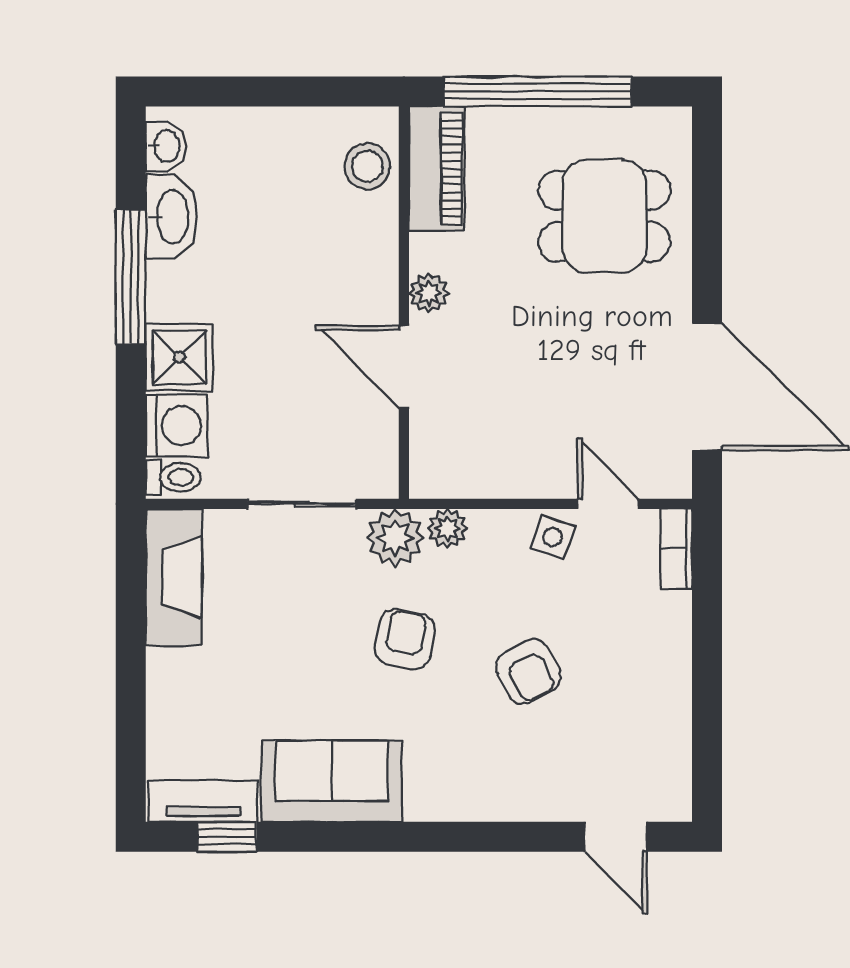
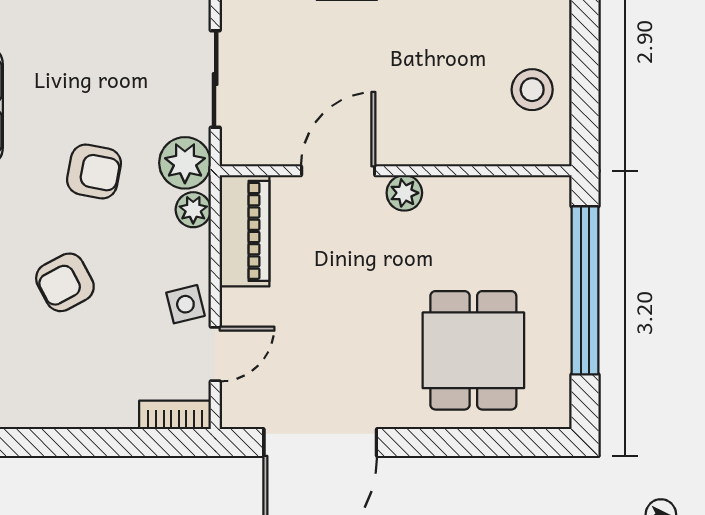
stool: (367, 166) -> (532, 90), moved
piano: (437, 169) -> (245, 231), moved, turned -90
side table: (553, 537) -> (185, 304), turned -33

